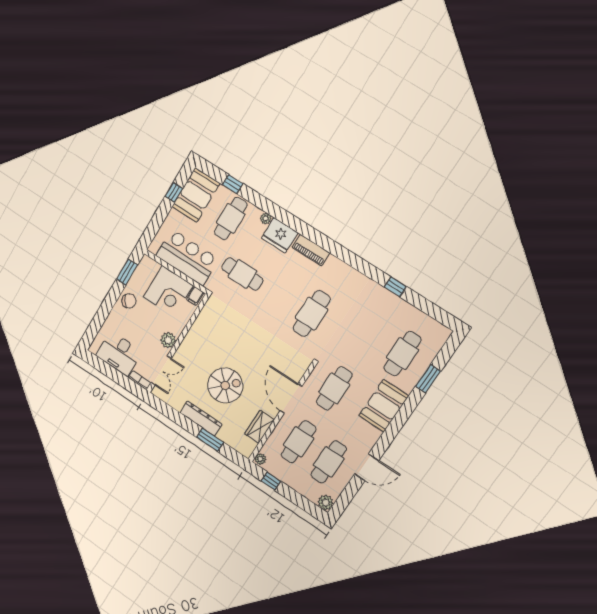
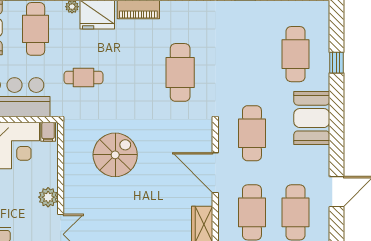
cafe table: (242, 274) -> (84, 77), width x0.73, depth x0.74
window: (428, 379) -> (336, 63), width x0.67
spiral stairs: (225, 385) -> (115, 155), moved

